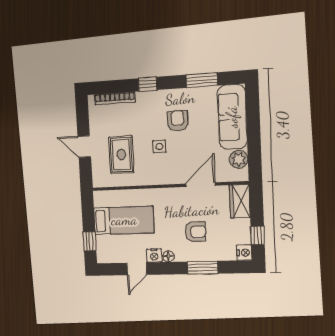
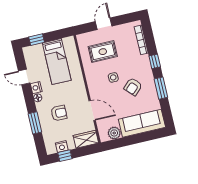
window: (202, 80) -> (161, 88), moved
armchair: (178, 121) -> (133, 87), turned 136
armchair: (195, 232) -> (59, 113), turned -89
nightstand: (244, 253) -> (62, 147), moved

